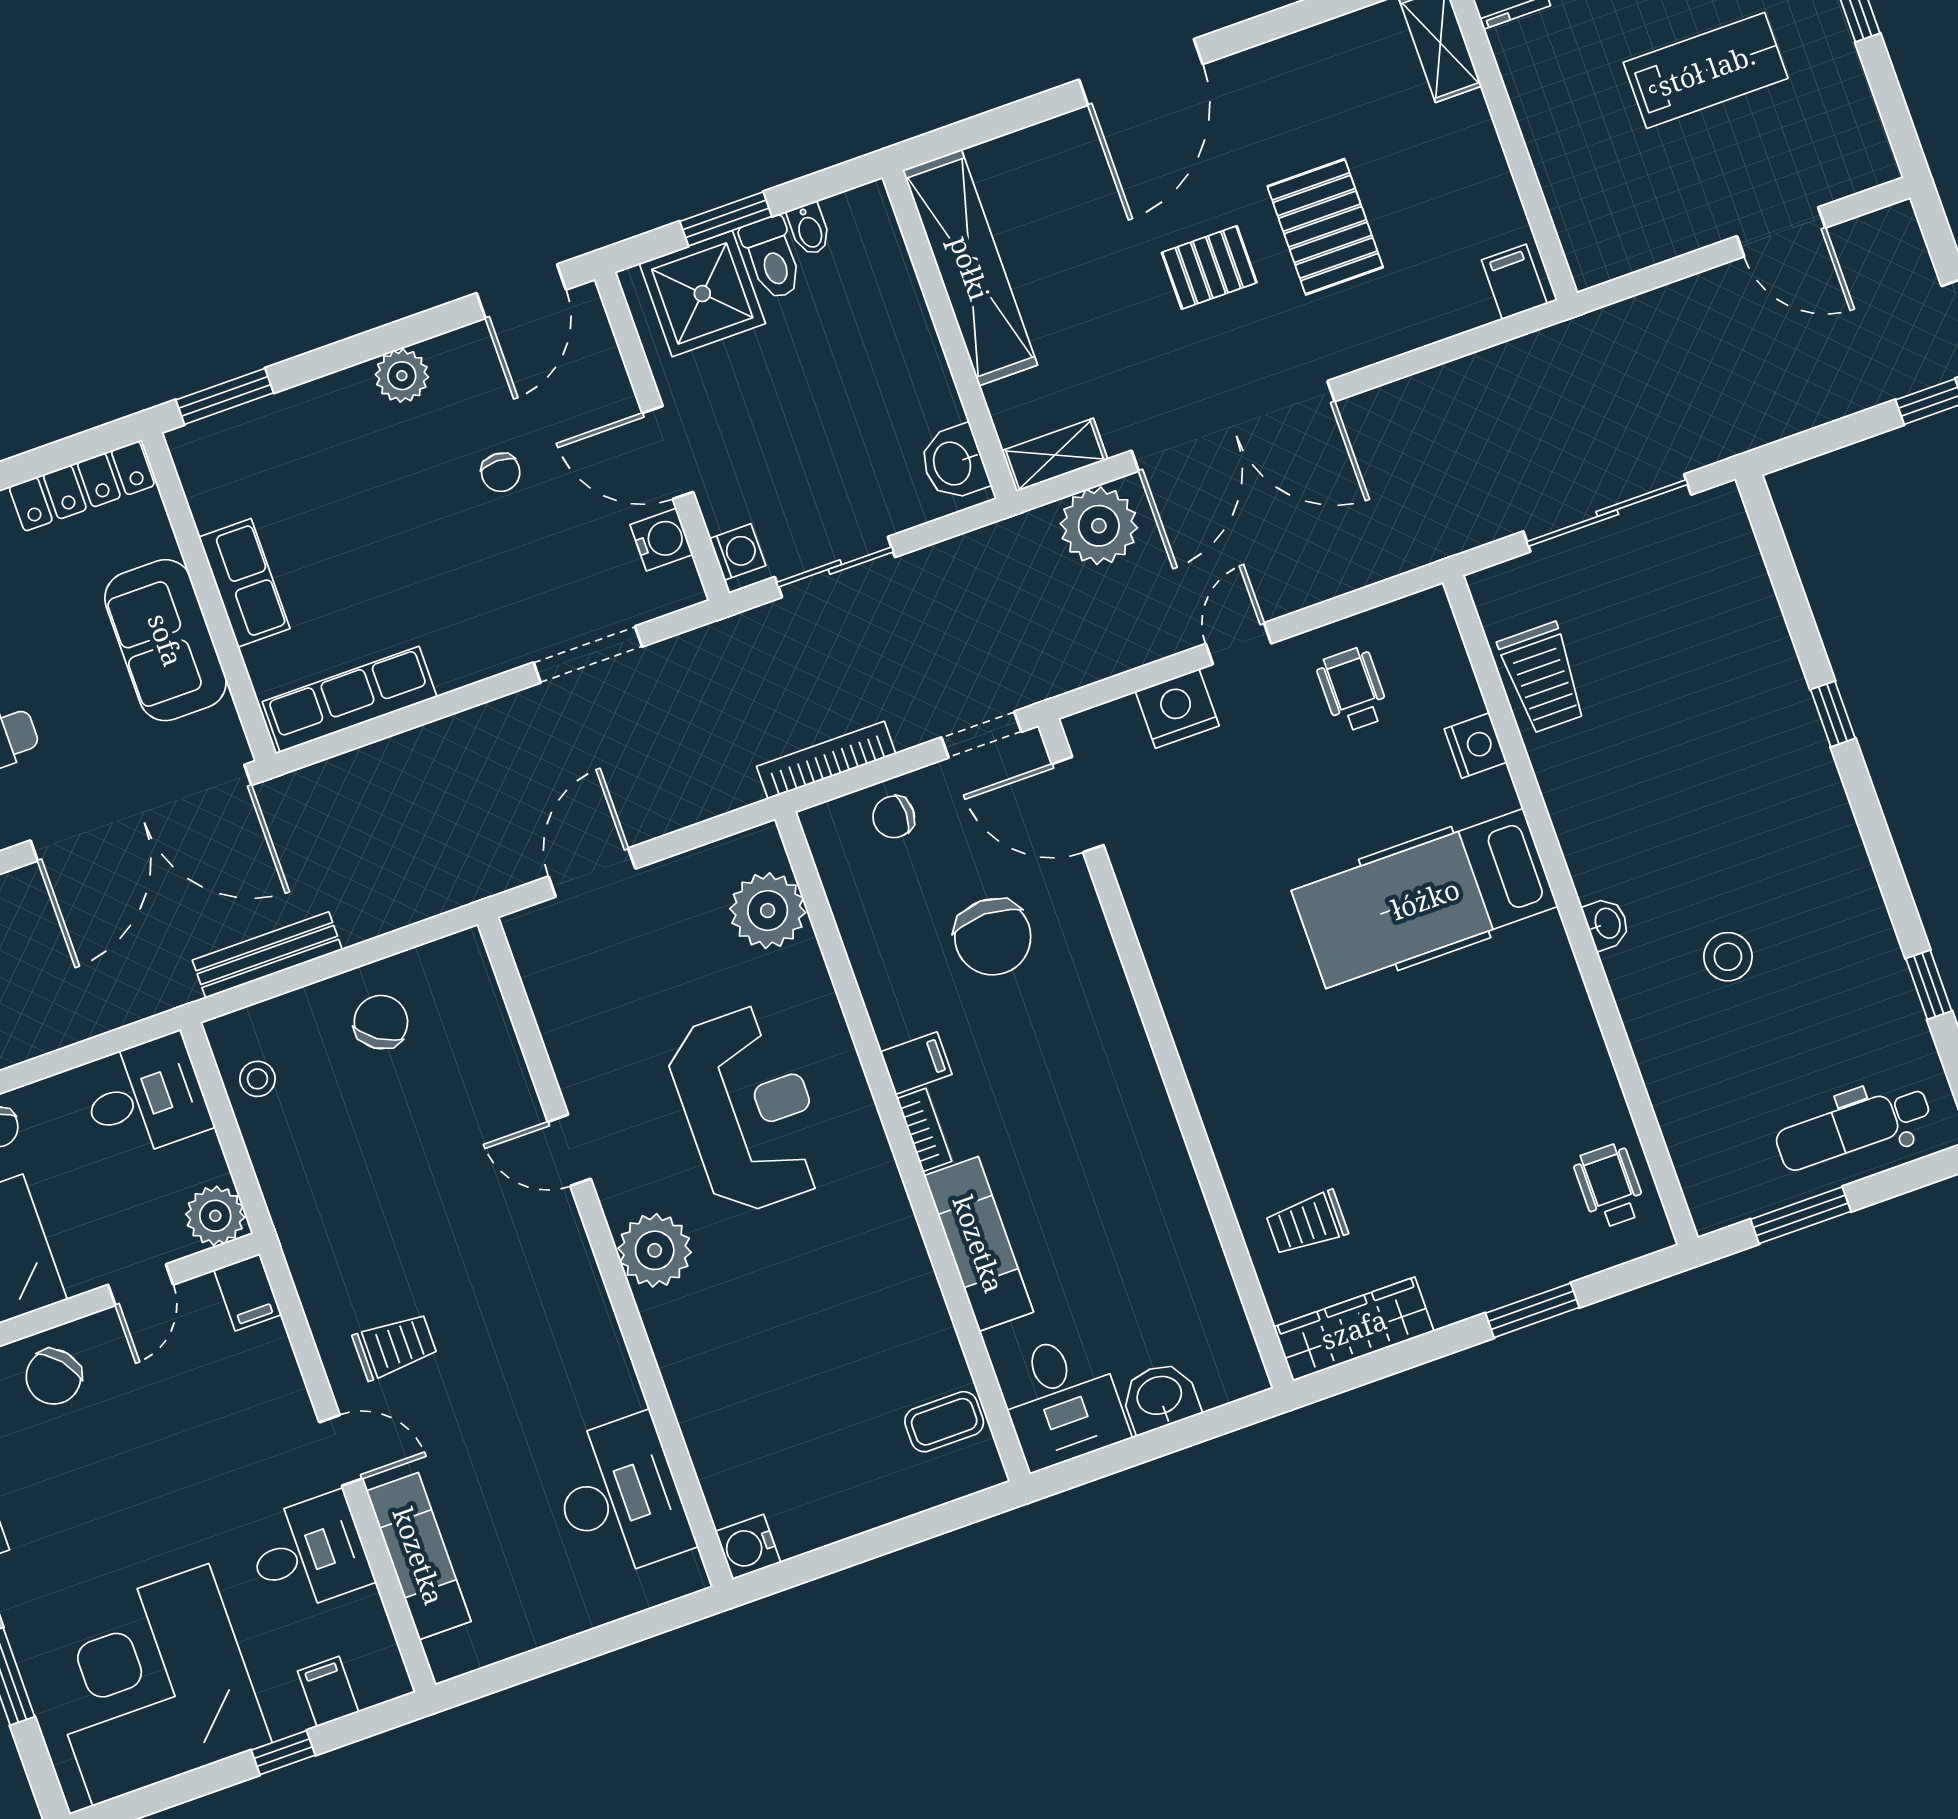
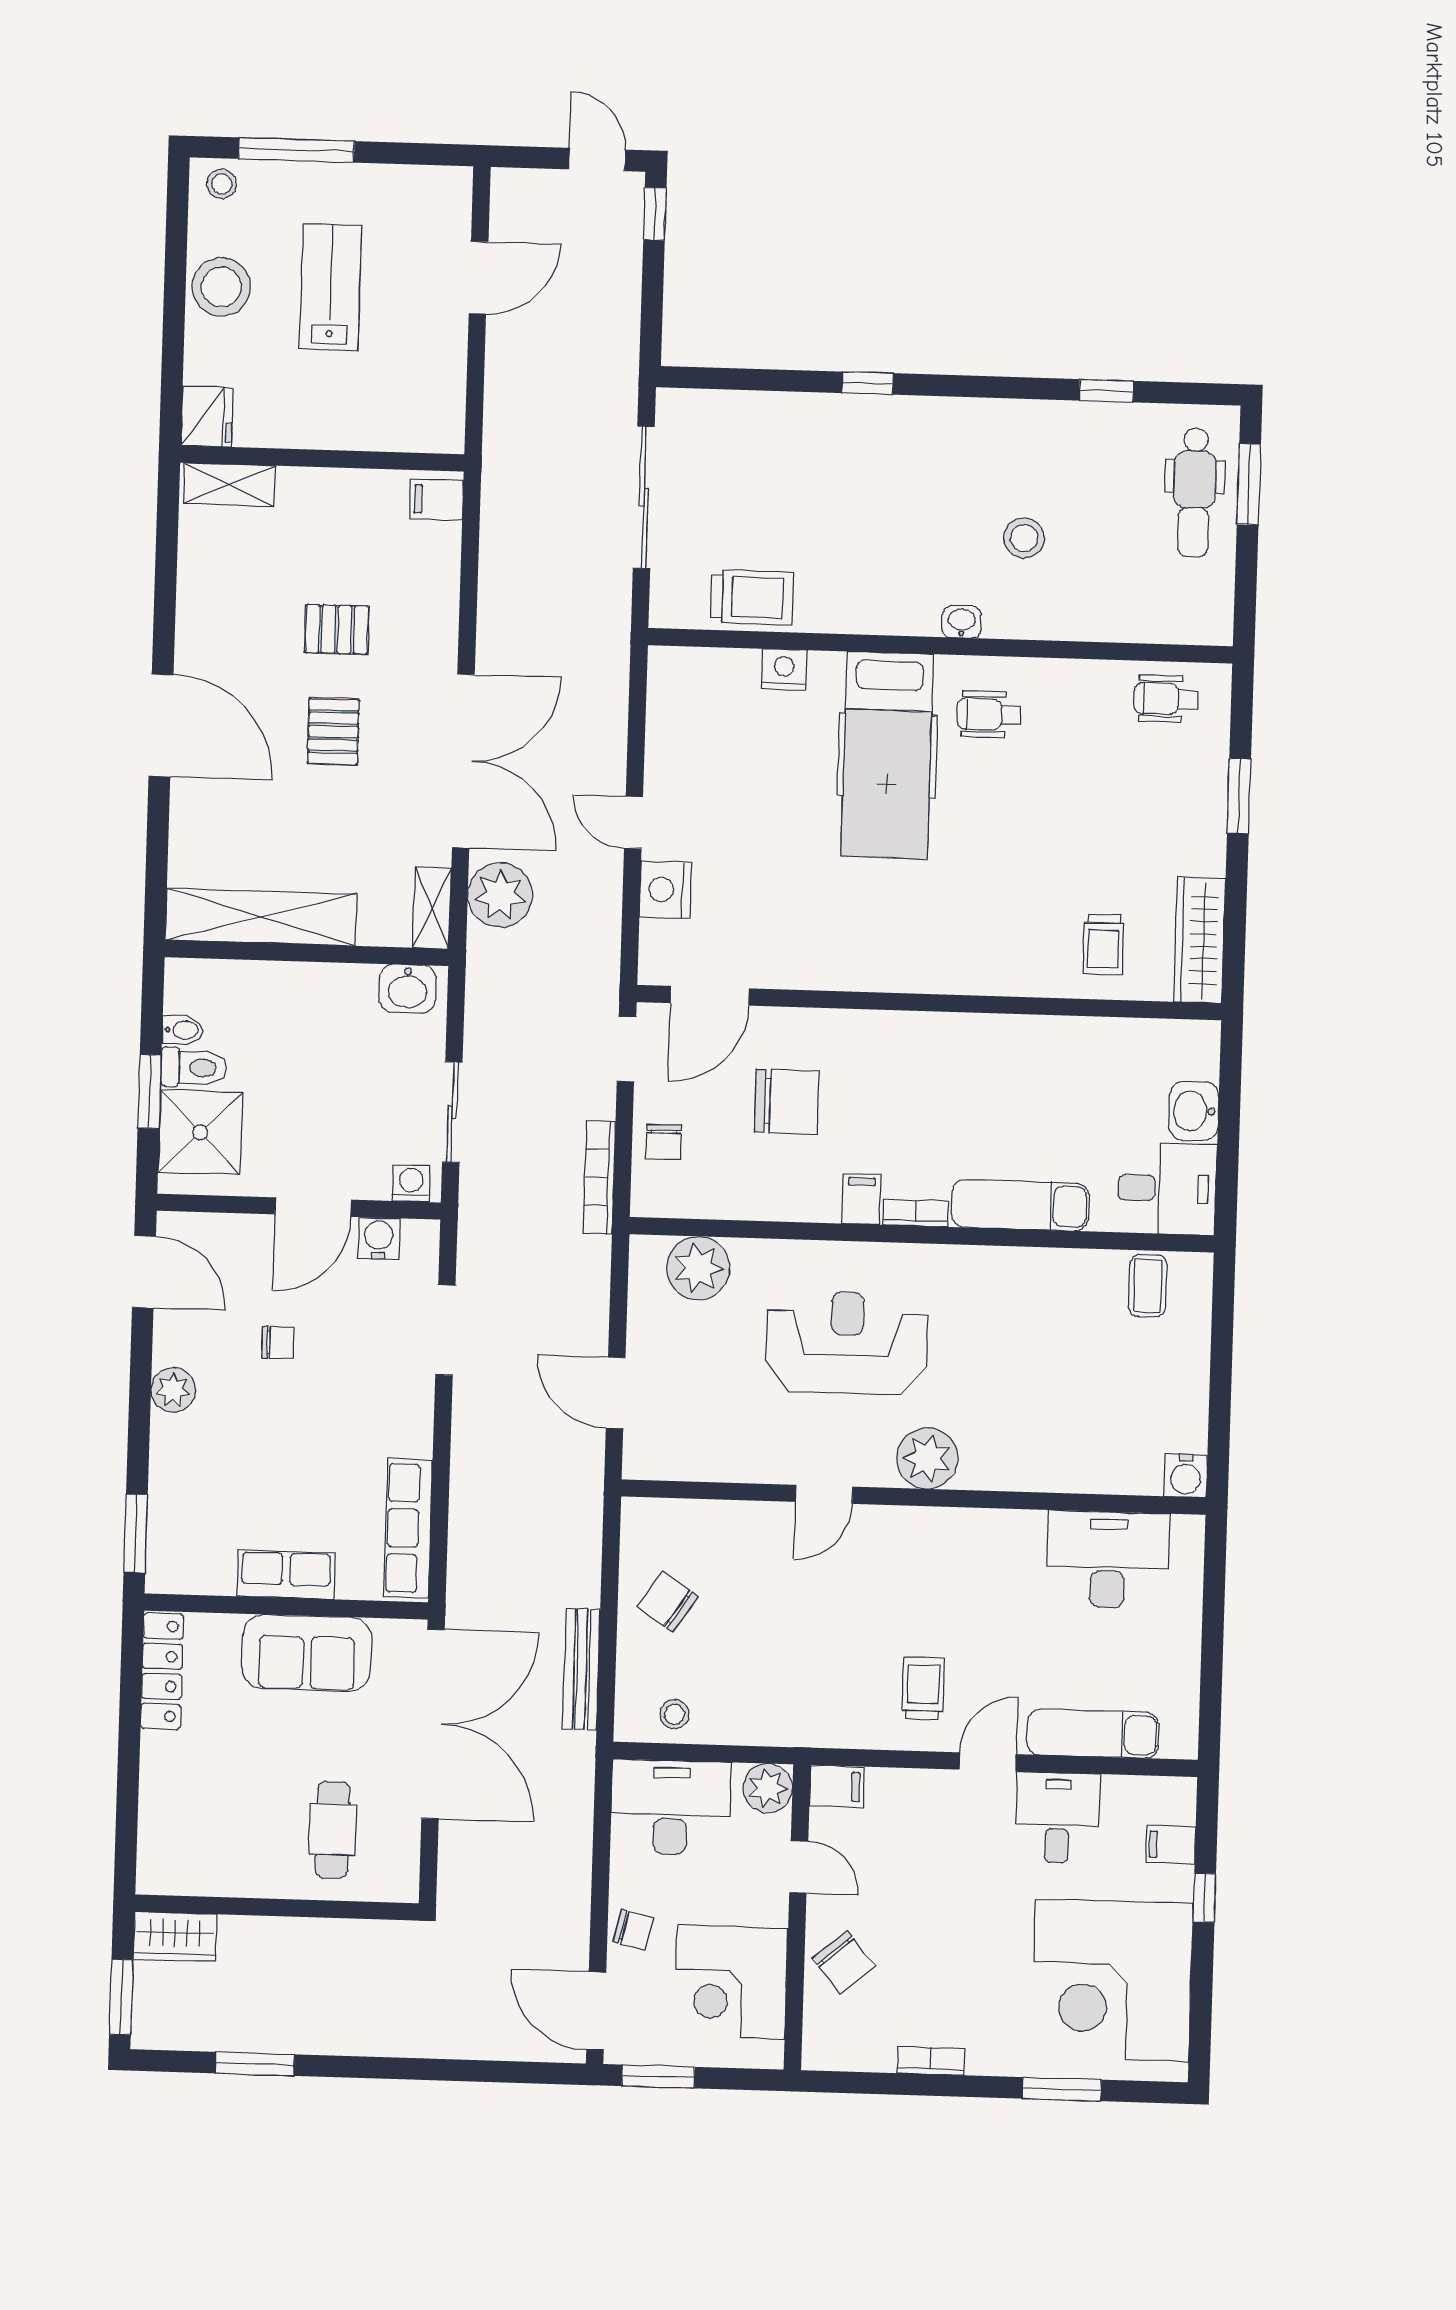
pallet: (1325, 227) -> (337, 629), width x0.67, depth x0.71
wheelchair: (1353, 690) -> (989, 714), moved
desk: (145, 1097) -> (671, 1807), width x1.37
window: (1801, 1215) -> (1249, 484), moved

